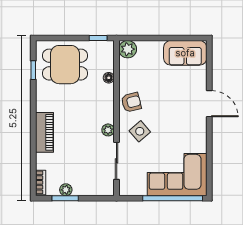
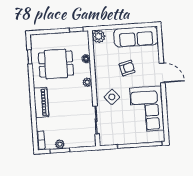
sofa: (185, 53) -> (136, 37), width x1.36
dining table: (65, 65) -> (56, 64), moved
armchair: (131, 102) -> (127, 68), moved
plant: (108, 130) -> (87, 82), moved
corner sofa: (177, 175) -> (147, 109), moved, turned -90

